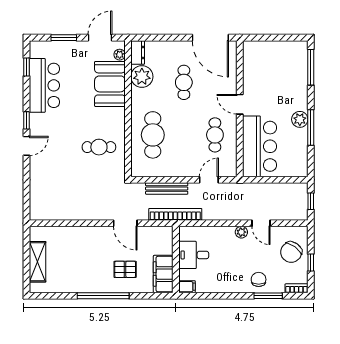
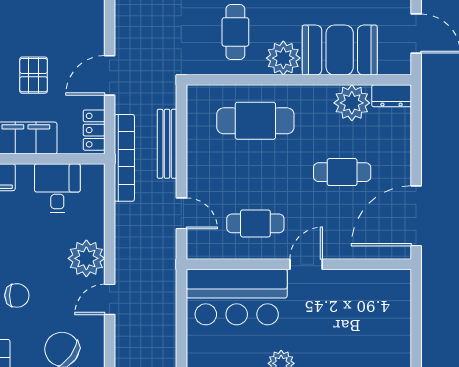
plant: (120, 55) -> (283, 58), moved, width x1.88, depth x1.88
plant: (241, 232) -> (86, 258), width x1.88, depth x1.88
locker: (158, 233) -> (94, 130), added

